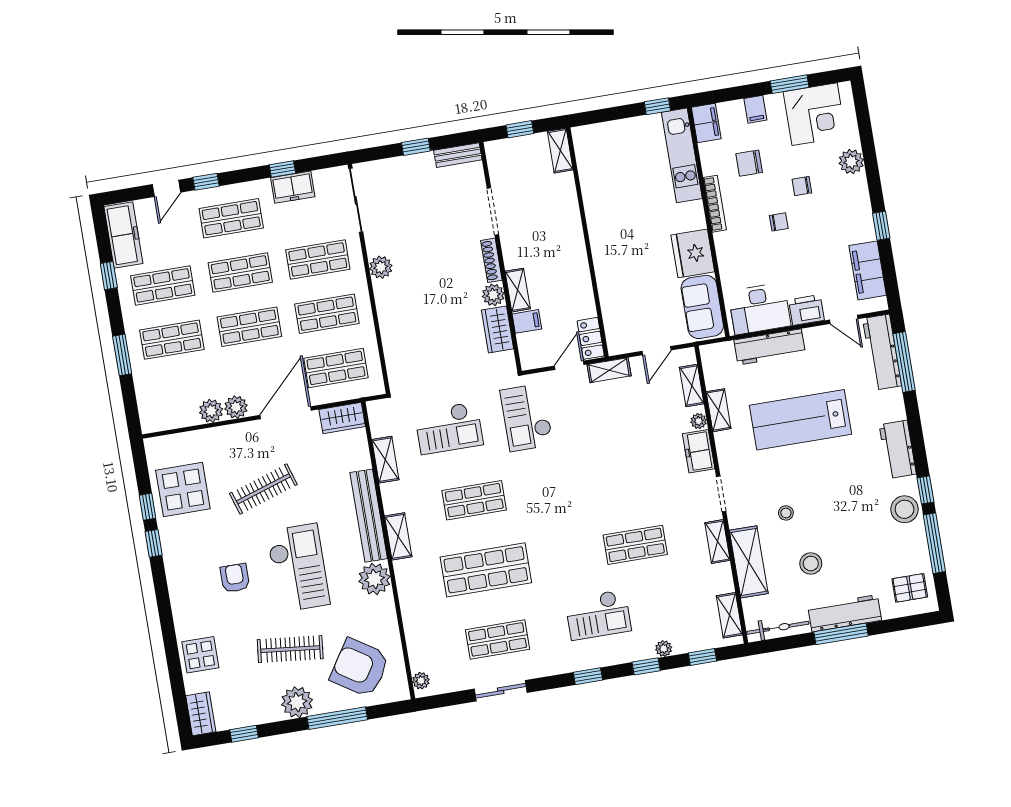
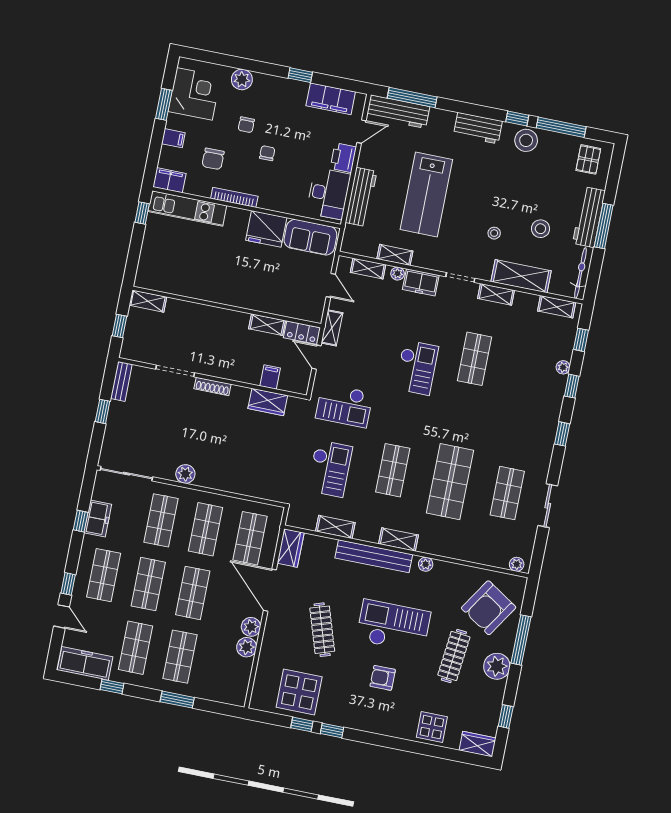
shelving: (518, 290) -> (267, 325), moved
plant: (493, 295) -> (240, 395), removed
plant: (374, 579) -> (426, 564), width x0.53, depth x0.53
checkout: (598, 615) -> (417, 368), moved

